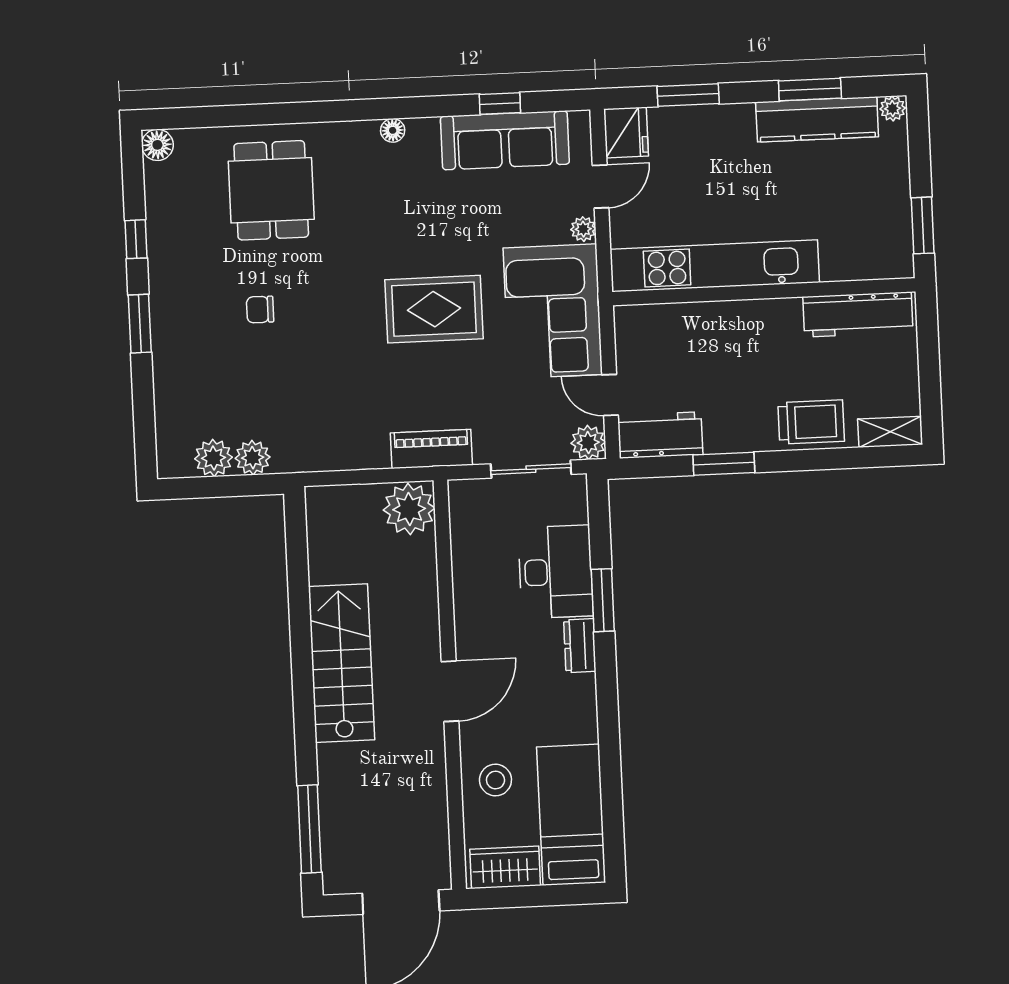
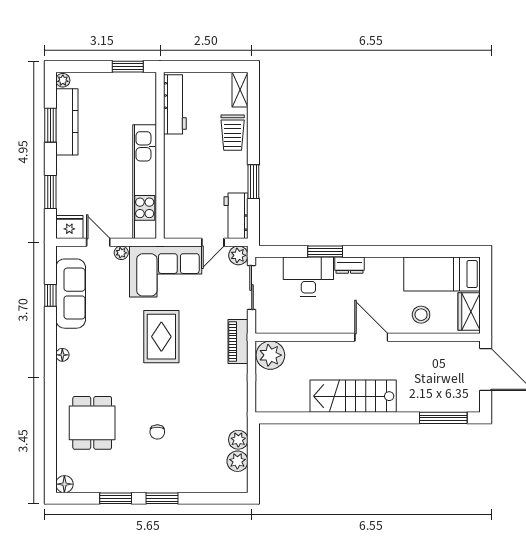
dining table: (271, 190) -> (92, 423), turned 90
window: (136, 239) -> (116, 498), width x1.50
trolley: (811, 422) -> (233, 133), turned 180

